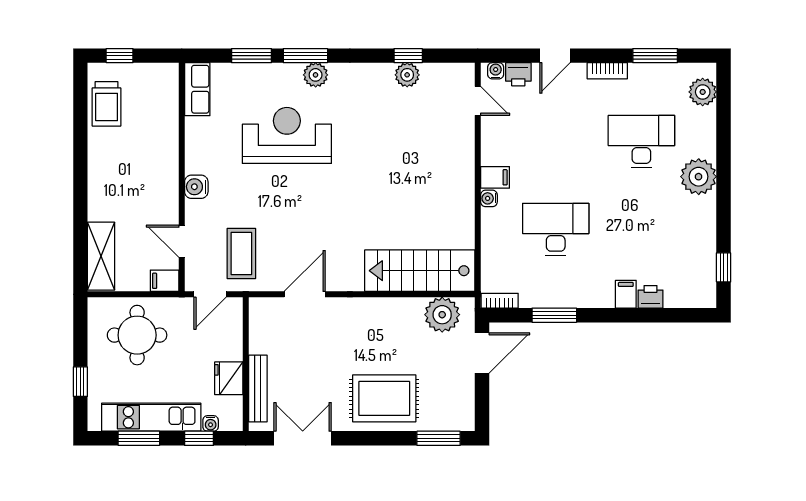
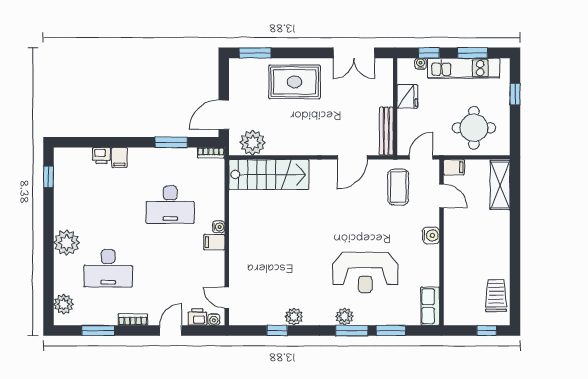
plant: (407, 75) -> (294, 317), moved
bench: (258, 389) -> (386, 131), moved

